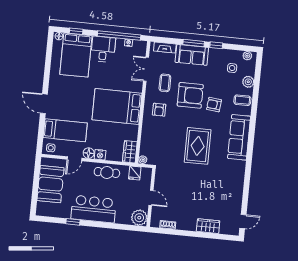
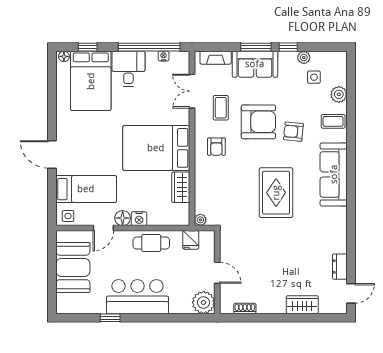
plant: (247, 56) -> (304, 58), moved
wardrobe: (130, 152) -> (181, 187), moved
dresser: (237, 202) -> (340, 267), added

